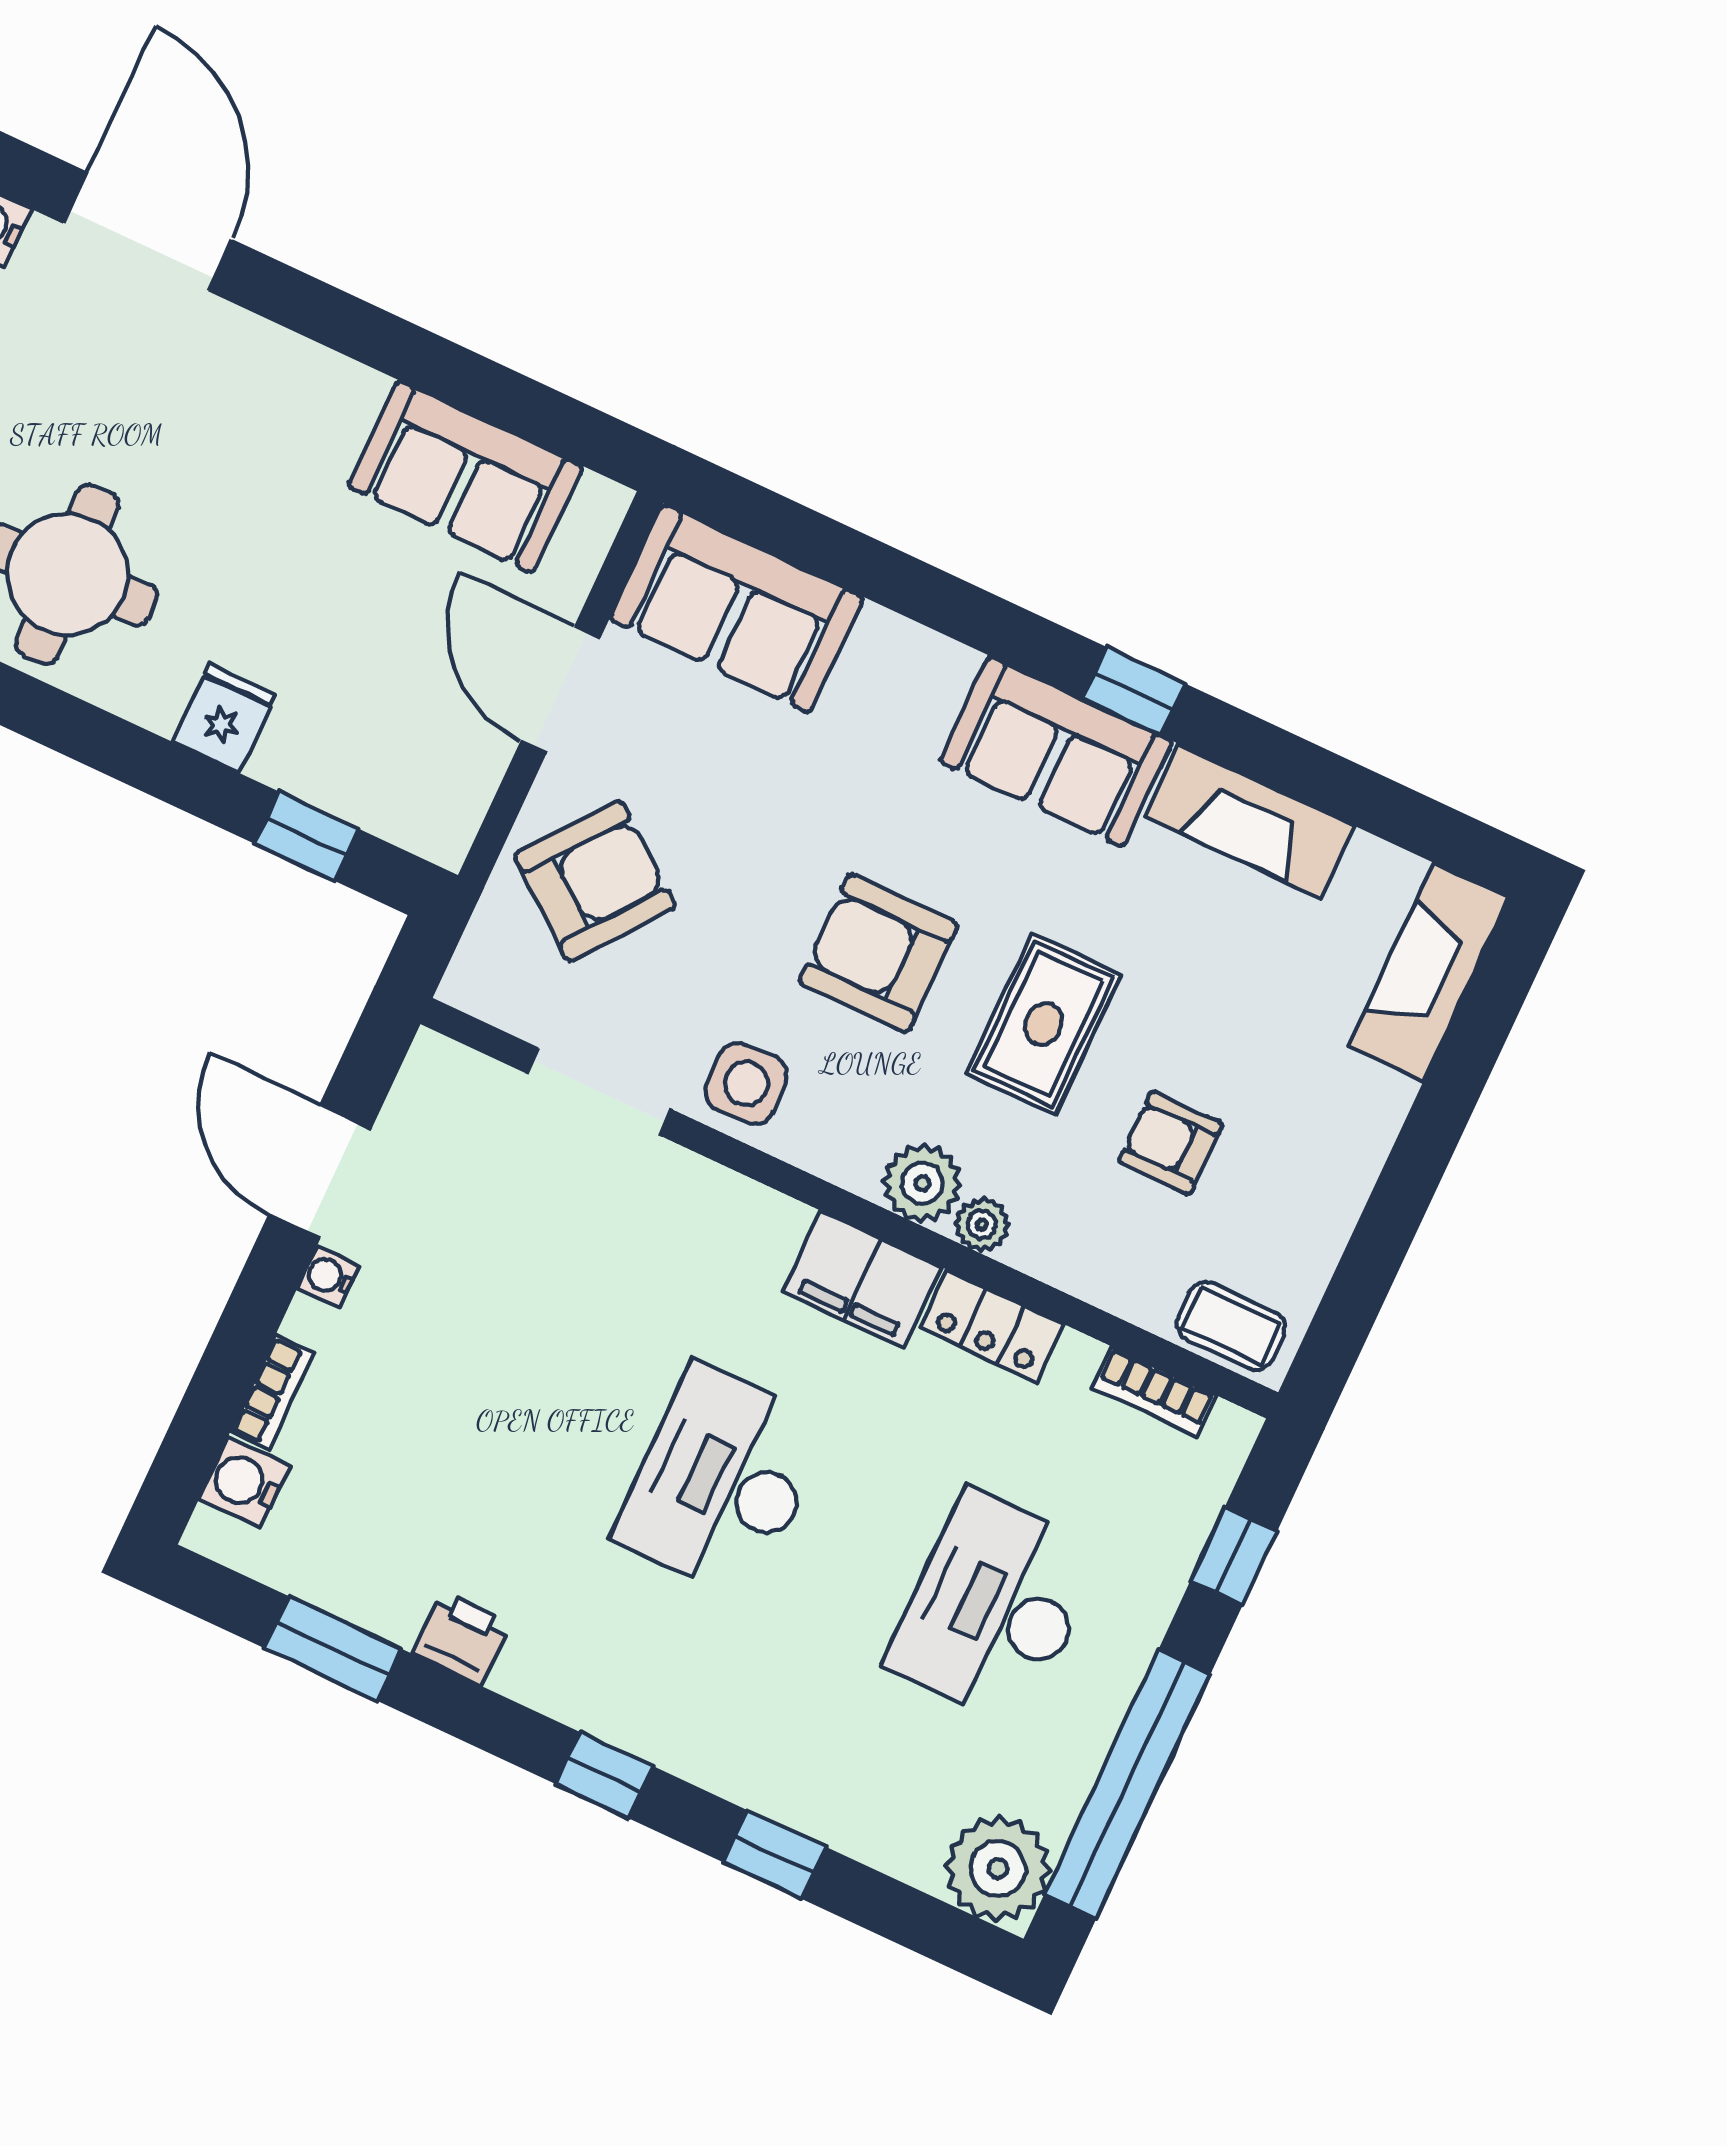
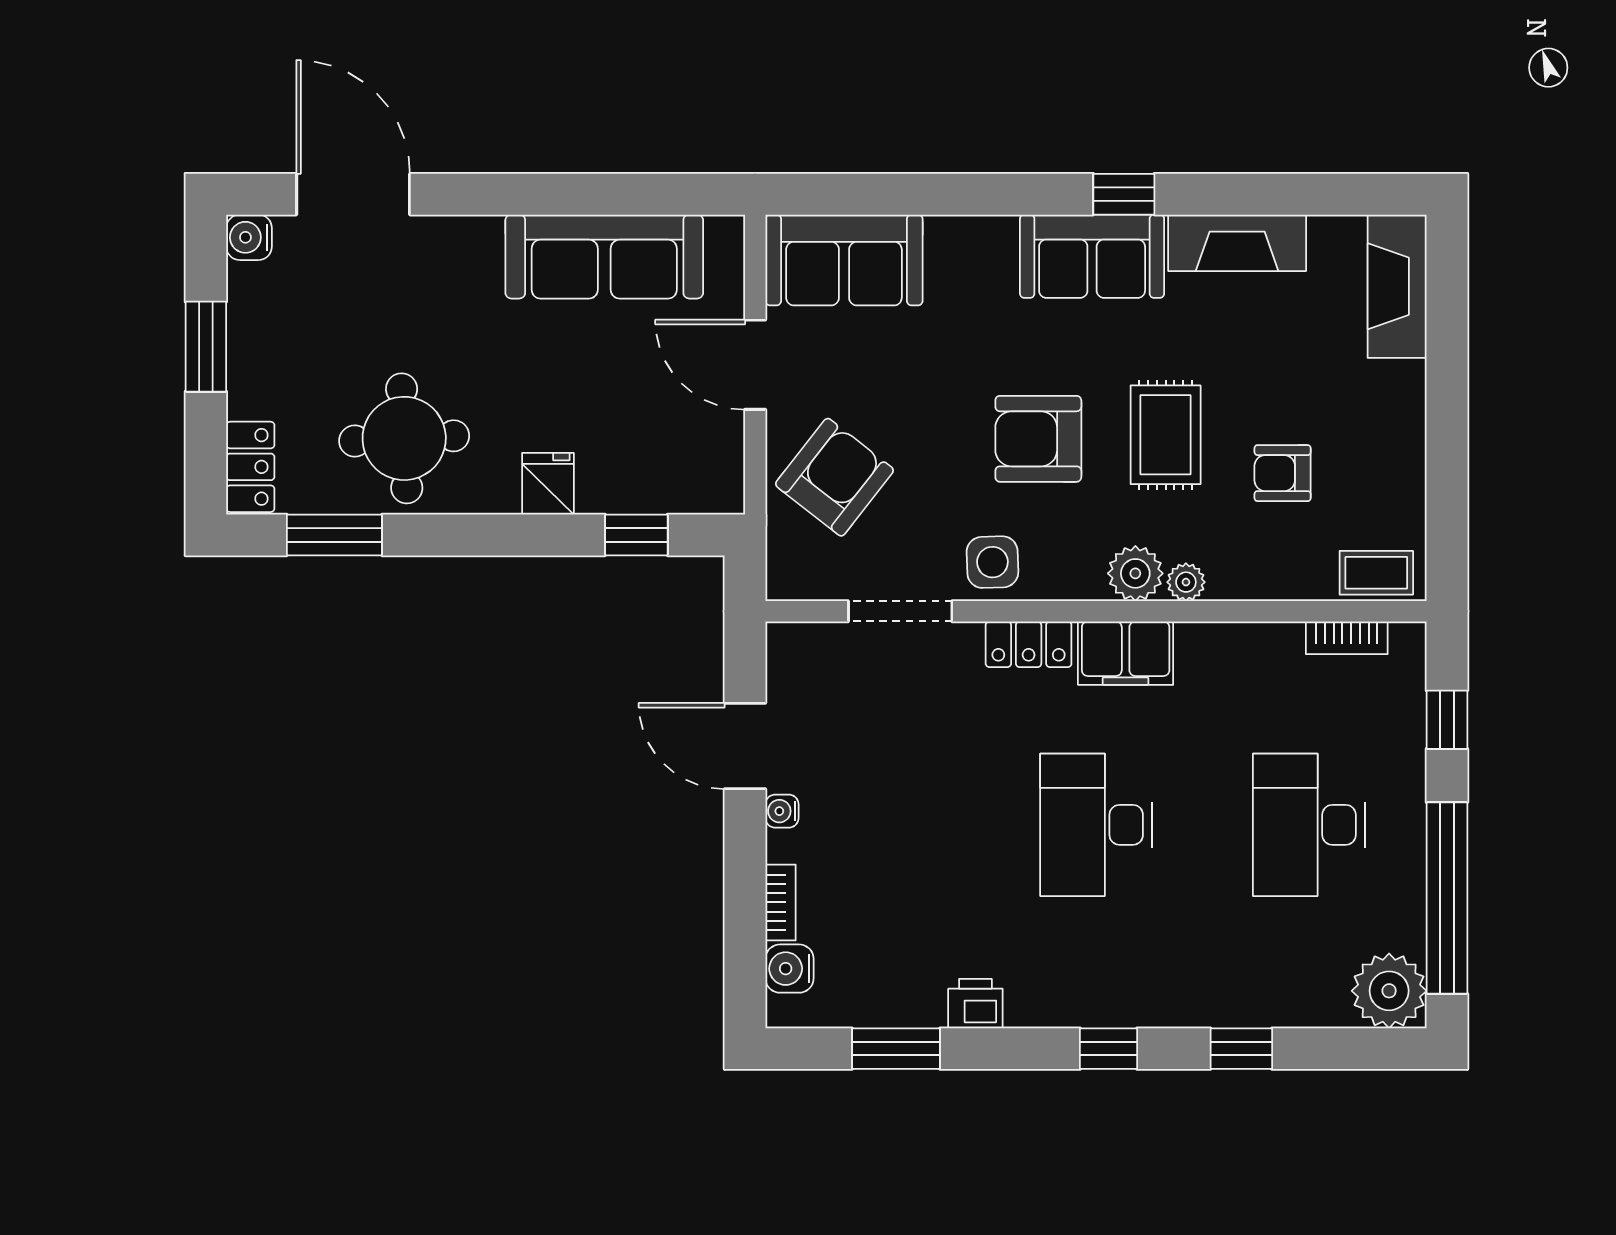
sofa: (465, 477) -> (604, 257), width x1.36
locker: (992, 1326) -> (1029, 644), moved

